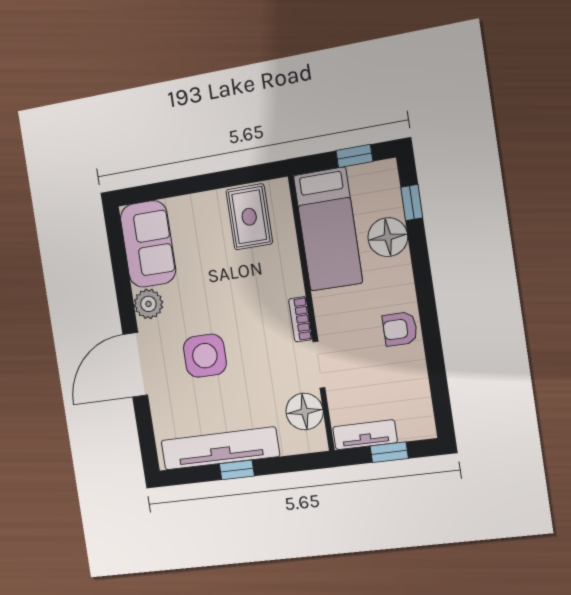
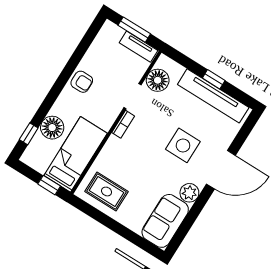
window: (354, 156) -> (49, 185), moved
rug: (249, 217) -> (107, 191), turned 90
window: (389, 452) -> (134, 30), width x1.50

